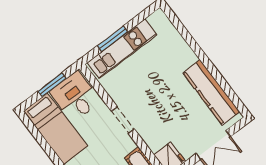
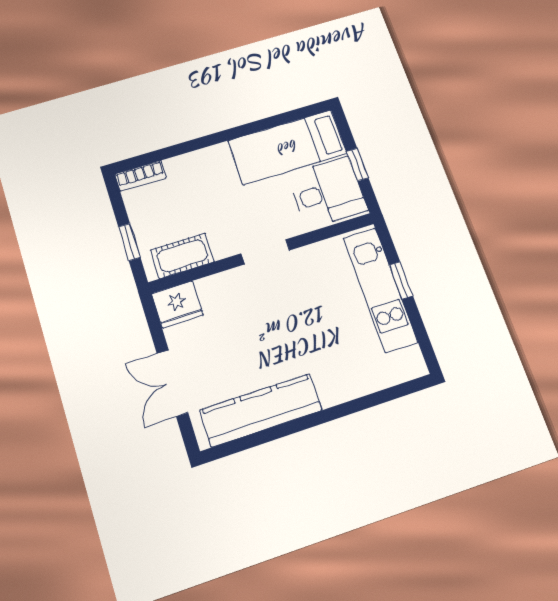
window: (113, 39) -> (401, 280), width x0.67
window: (52, 85) -> (357, 164), width x0.67

